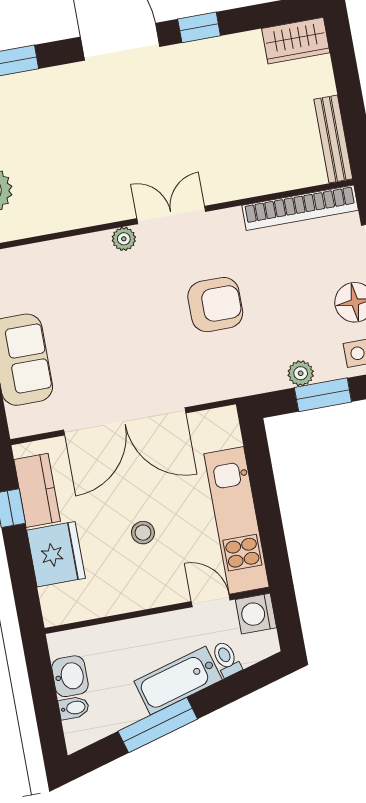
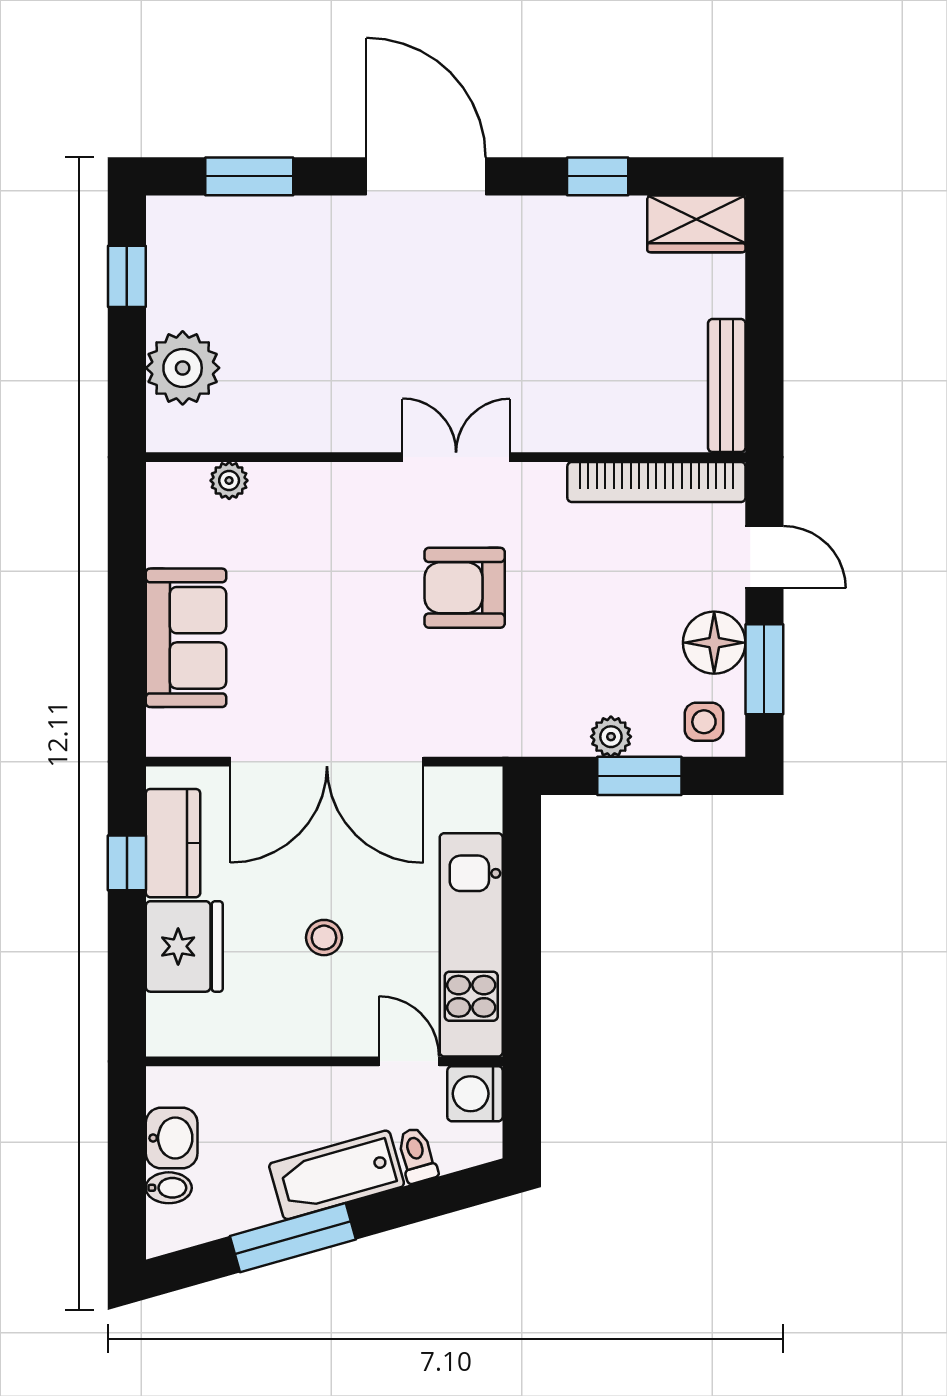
window: (199, 27) -> (598, 176), moved
plant: (124, 239) -> (229, 480), moved
armchair: (215, 305) -> (465, 588), moved, turned 180

